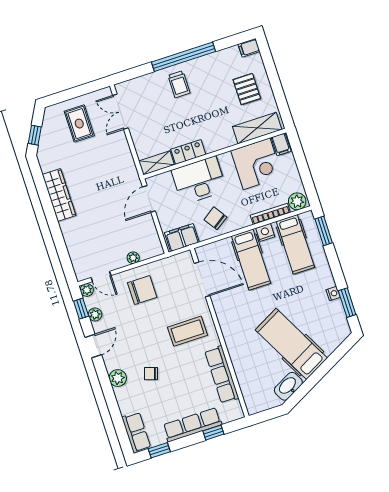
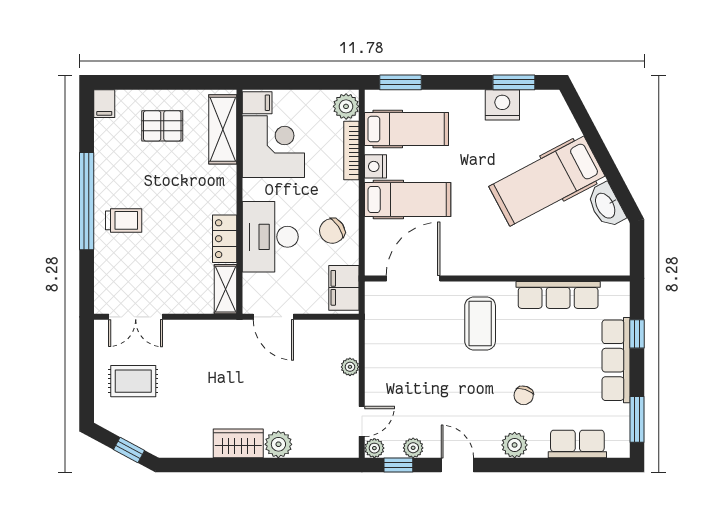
wardrobe: (59, 195) -> (238, 443), width x0.67
plant: (69, 229) -> (278, 444), added
chair: (142, 290) -> (400, 369), removed
nightstand: (333, 293) -> (502, 105), width x1.89, depth x1.79
row of seats: (136, 432) -> (577, 444), moved
window: (159, 450) -> (637, 419), width x1.50

